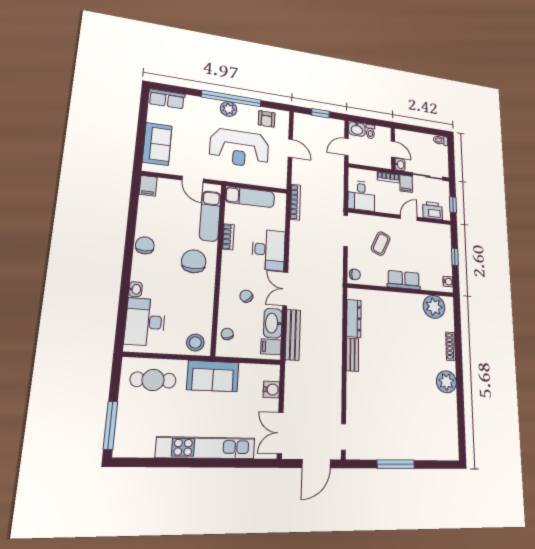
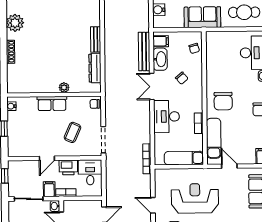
printer: (433, 211) -> (68, 167), moved
double door: (285, 289) -> (152, 87), swing flipped
plant: (434, 307) -> (64, 88), moved, width x0.53, depth x0.53
stool: (195, 343) -> (217, 41), removed

